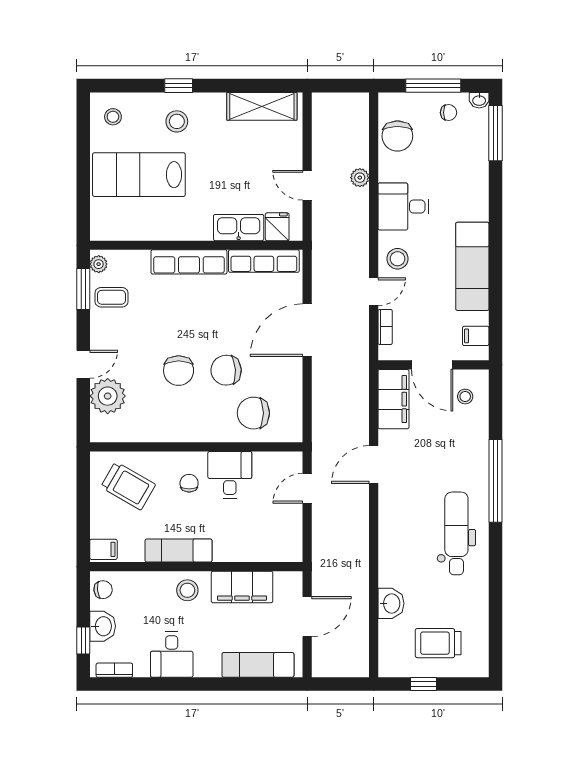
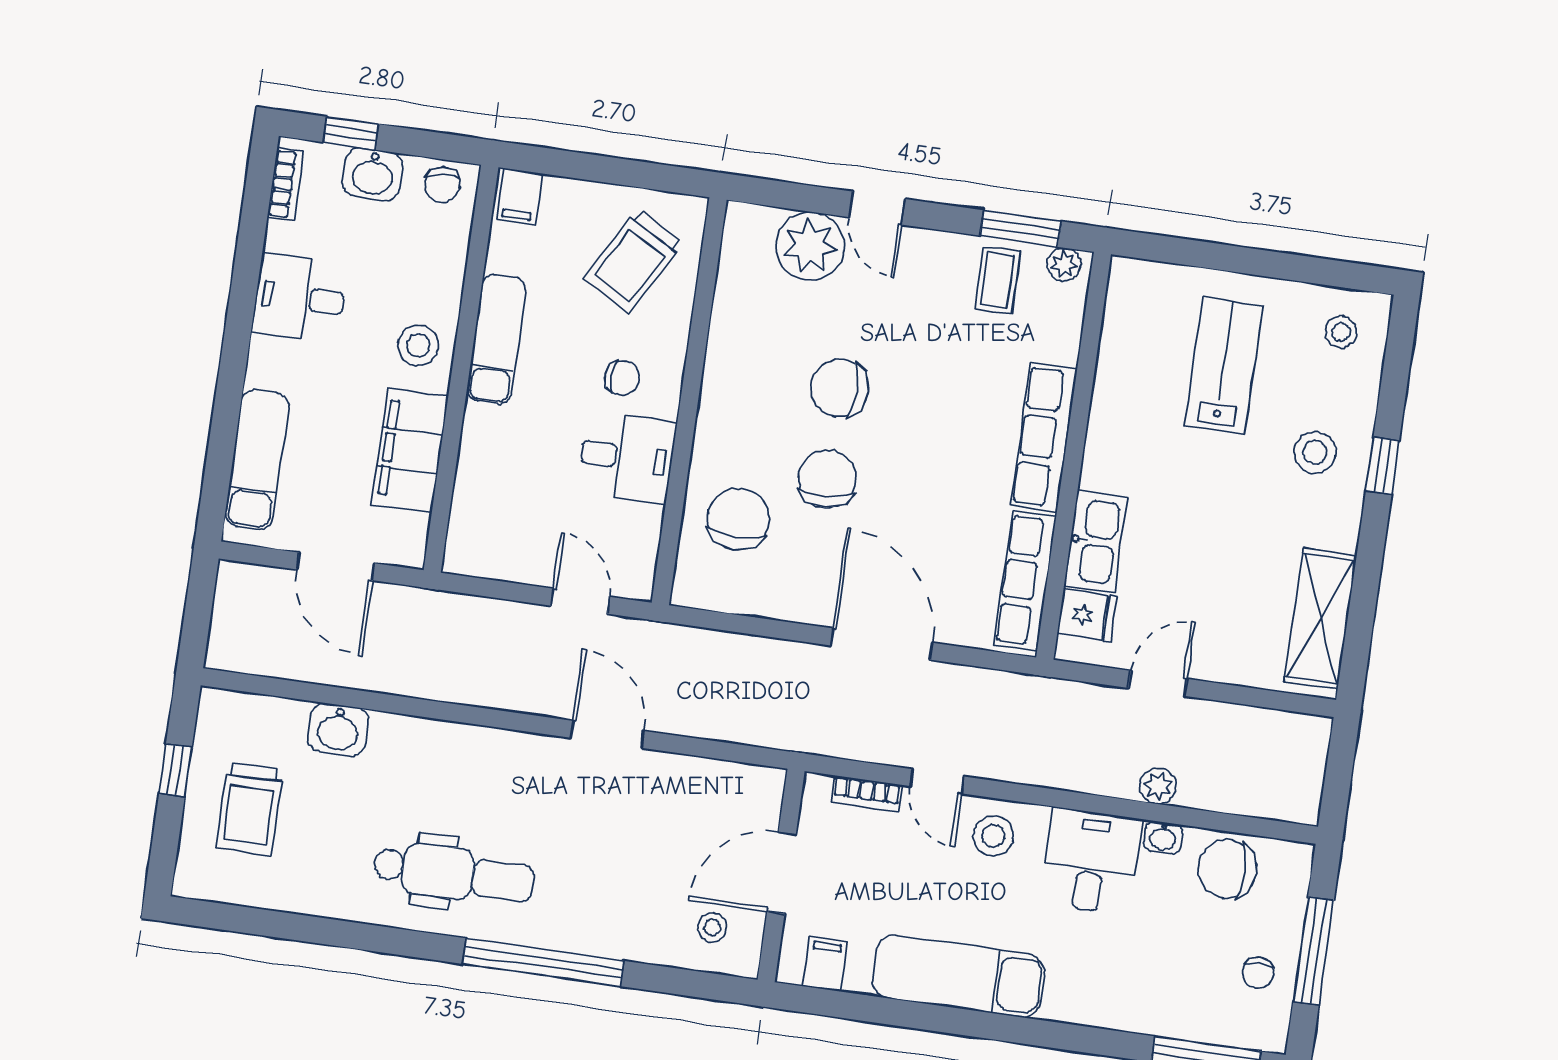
washbasin: (479, 100) -> (1163, 837), moved, turned -90
lab bench: (139, 175) -> (1224, 366), width x0.73, depth x0.72
filing cabinet: (393, 399) -> (727, 790), removed
trolley: (438, 643) -> (250, 809), turned 180

